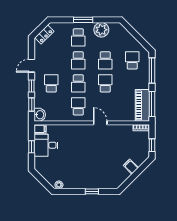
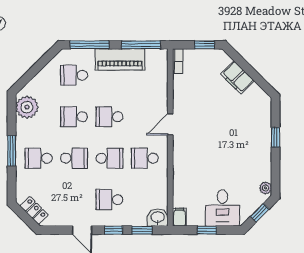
plant: (101, 30) -> (27, 107), moved
school desk: (78, 37) -> (39, 158), turned 180
school desk: (105, 60) -> (74, 117), turned 180
piano: (142, 105) -> (120, 59), moved
desk: (46, 145) -> (222, 208), moved
filing cabinet: (131, 167) -> (237, 77), width x2.00
window: (43, 181) -> (260, 213), added

